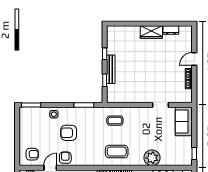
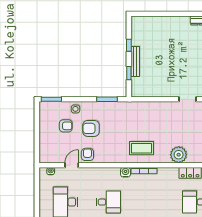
wardrobe: (151, 32) -> (178, 23), removed
coffee table: (115, 121) -> (140, 116), removed
armchair: (32, 154) -> (66, 126), moved

